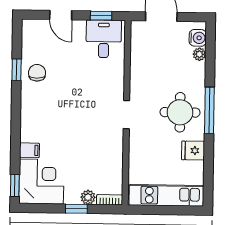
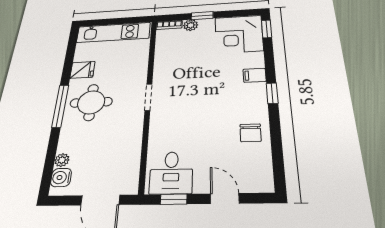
window: (17, 70) -> (272, 93), moved
filing cabinet: (29, 150) -> (255, 75), moved

